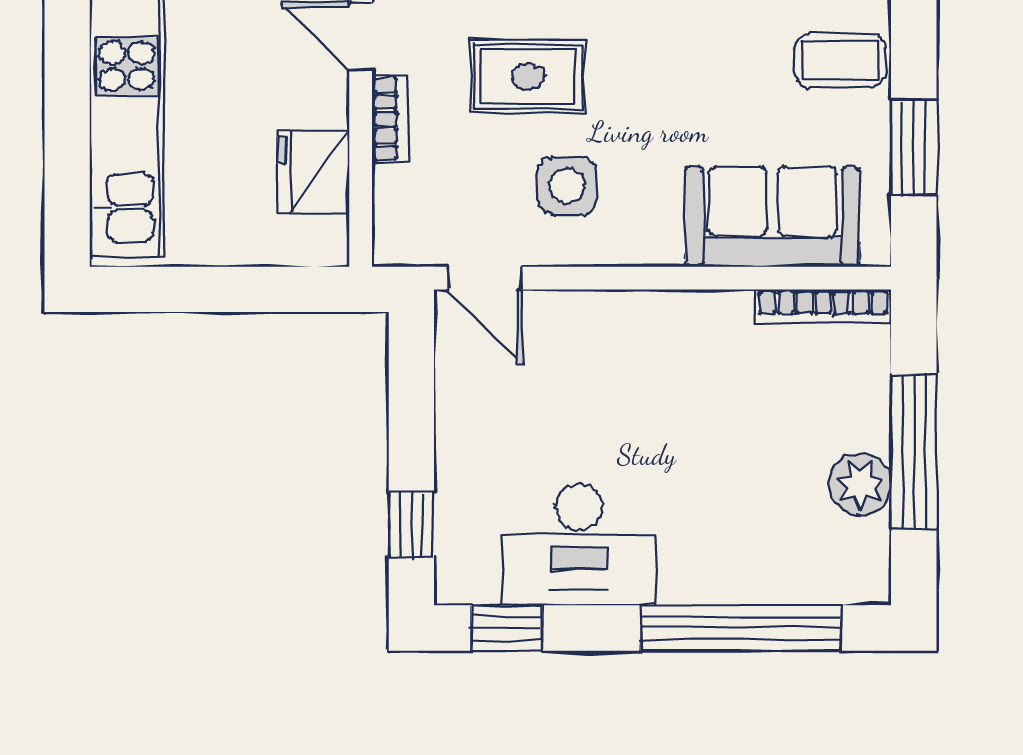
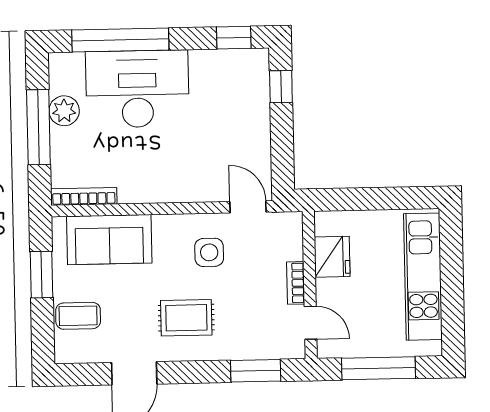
rug: (528, 76) -> (186, 318), moved
desk: (579, 545) -> (137, 89), moved, width x1.36, depth x1.30

